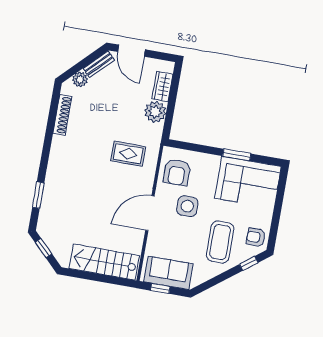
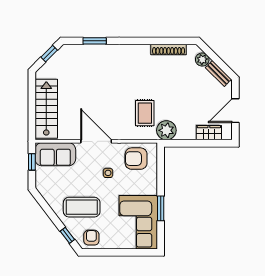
door: (131, 51) -> (235, 111), moved
plant: (155, 112) -> (166, 130), moved
side table: (187, 206) -> (108, 173), width x0.54, depth x0.54
sofa: (168, 273) -> (55, 154), moved, turned 90

